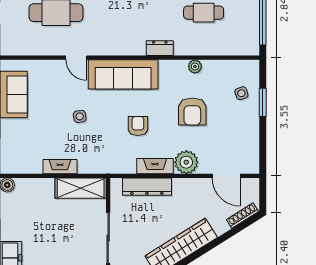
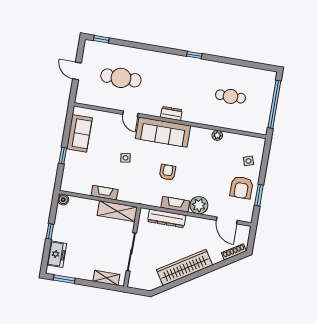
dresser: (160, 48) -> (171, 113), moved
window: (263, 102) -> (259, 195), moved
armchair: (192, 112) -> (242, 188), moved

